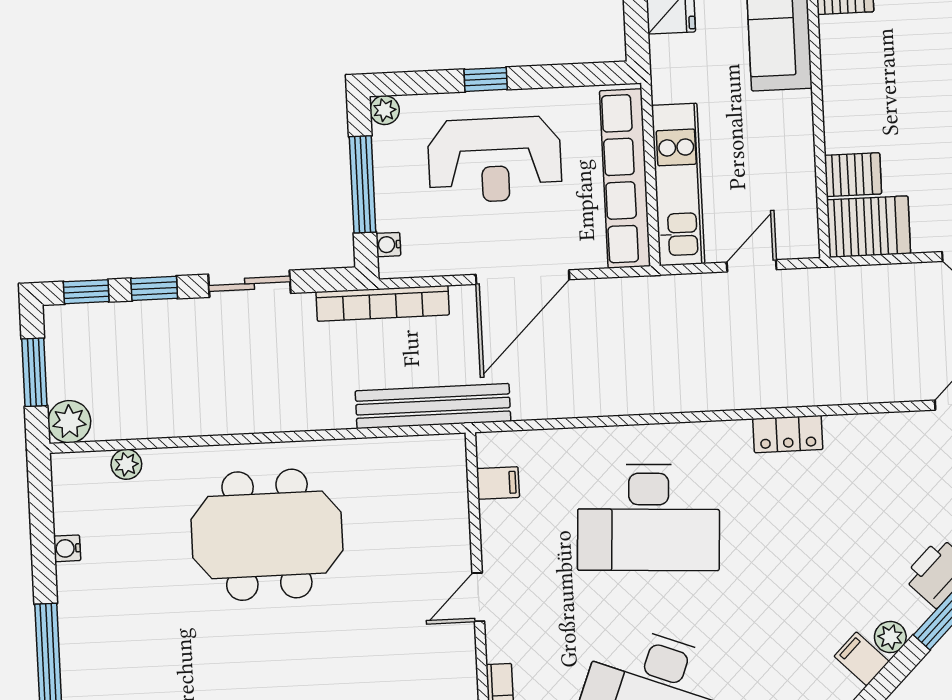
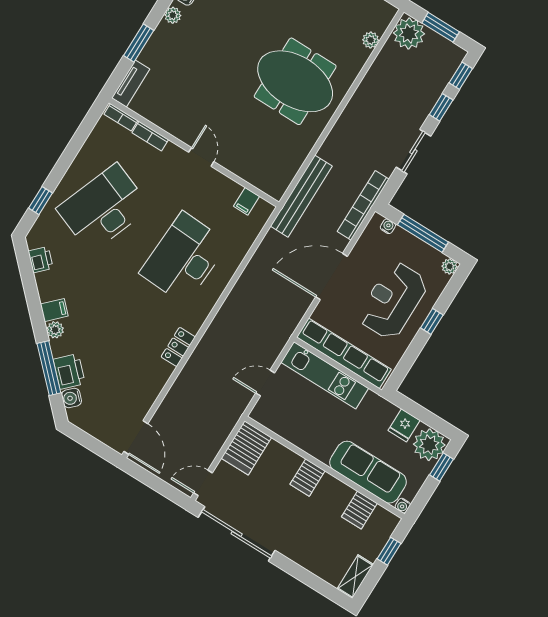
server rack: (853, 175) -> (308, 477), moved
door: (752, 266) -> (265, 383), swing flipped
door: (523, 277) -> (331, 277), hinge flipped
plant: (69, 422) -> (409, 33), width x1.36, depth x1.36
meeting table: (267, 535) -> (295, 81), turned 90

